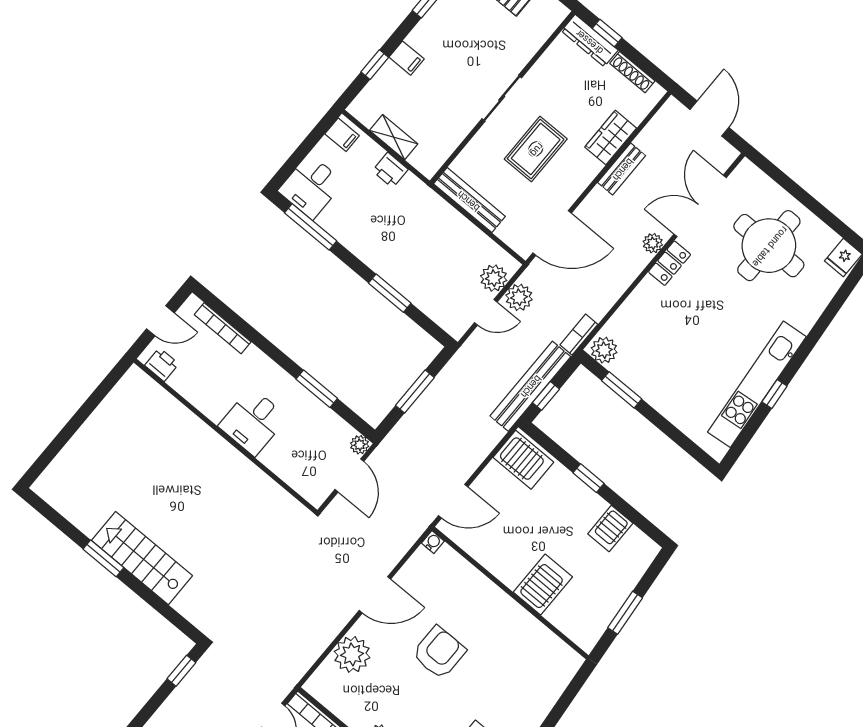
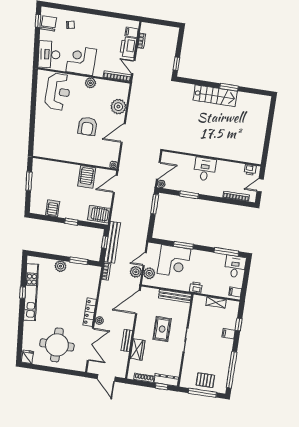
printer: (390, 170) -> (196, 288), moved
locker: (670, 263) -> (90, 312), width x1.53
corner desk: (428, 272) -> (174, 261), added
plant: (604, 350) -> (61, 266), moved
window: (415, 391) -> (155, 204), moved
door: (349, 475) -> (158, 171), swing flipped
server rack: (543, 584) -> (87, 177), moved

